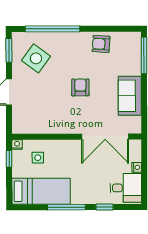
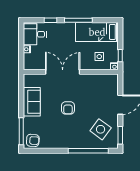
armchair: (101, 44) -> (33, 140), moved
double door: (105, 137) -> (63, 72), moved

